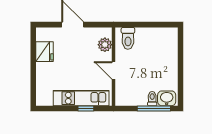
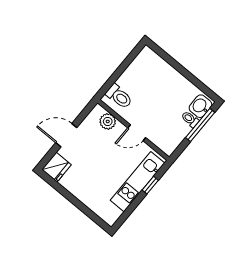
fridge: (44, 52) -> (57, 167), moved, turned 90

